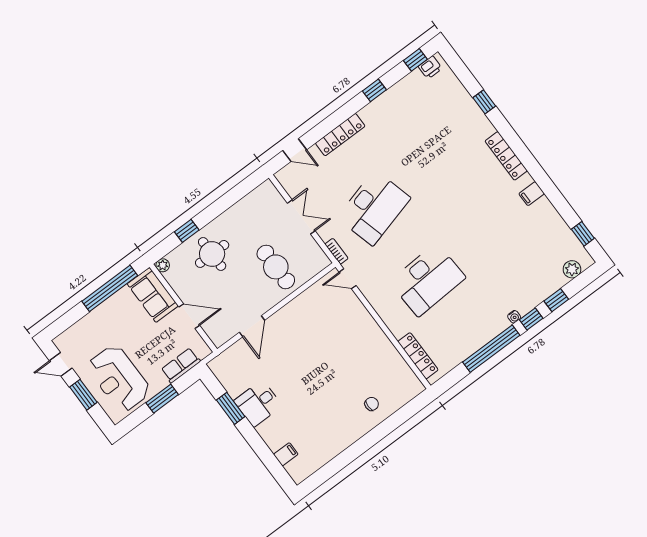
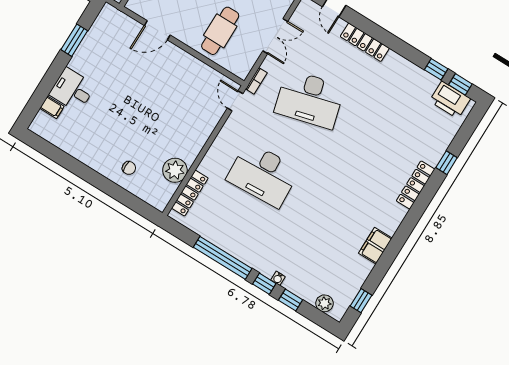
printer: (430, 67) -> (450, 100), width x1.87, depth x1.48
window: (374, 90) -> (436, 69), moved
locker: (506, 156) -> (416, 185), moved
filing cabinet: (532, 194) -> (375, 246), width x2.00
water cooler: (514, 317) -> (278, 278), moved
plant: (391, 361) -> (175, 170), added
desk: (258, 403) -> (72, 90), moved

